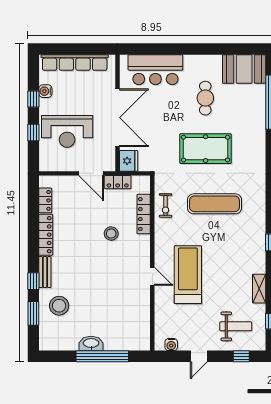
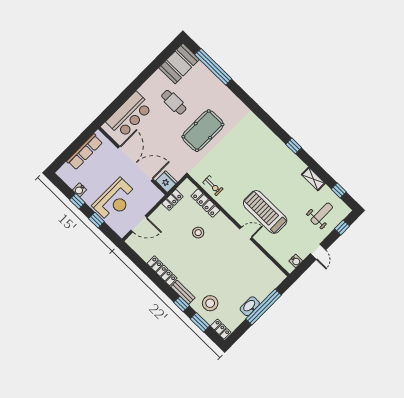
row of seats: (75, 62) -> (85, 152), width x0.73
door: (91, 173) -> (139, 224), moved
locker: (45, 200) -> (221, 329), moved
exercise mat: (214, 204) -> (240, 157), removed

